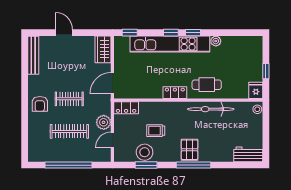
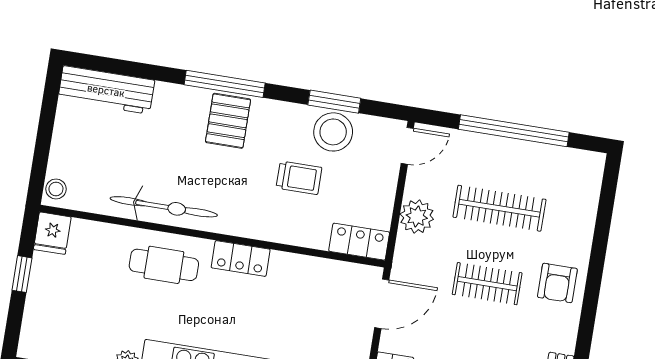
armchair: (40, 104) -> (557, 283), turned 180
door: (112, 140) -> (407, 146), moved
workbench: (248, 154) -> (106, 90), width x1.38

